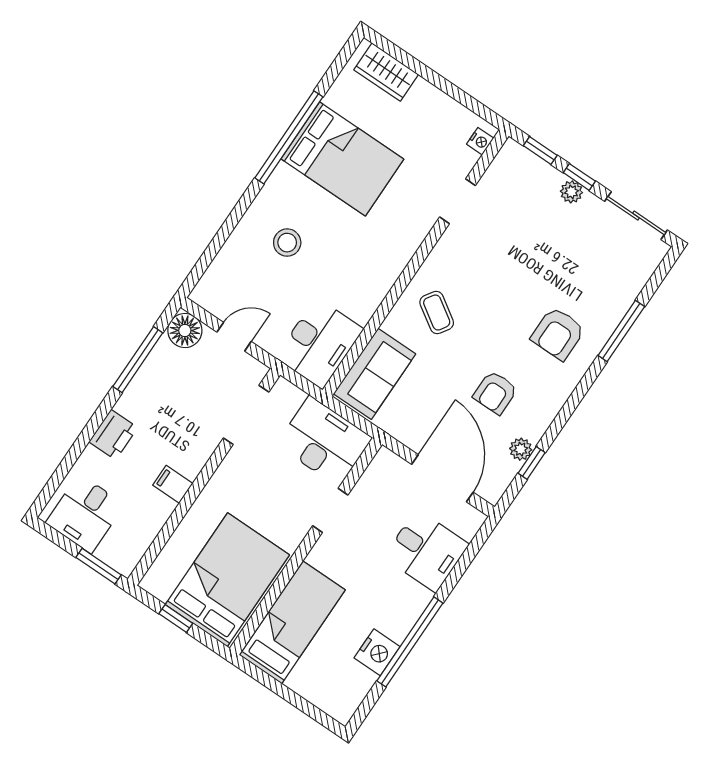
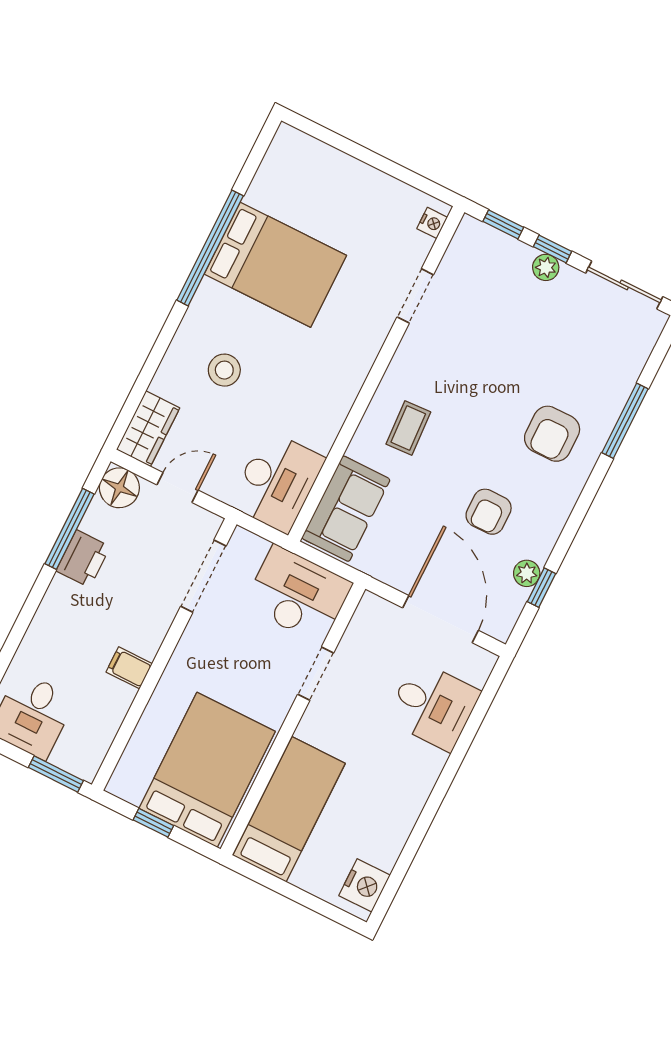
wardrobe: (386, 72) -> (148, 429), moved, turned -90
coffee table: (437, 312) -> (408, 428), turned 54
printer: (113, 435) -> (83, 559), moved
window: (410, 642) -> (428, 814), removed
nightstand: (377, 652) -> (364, 885), moved

